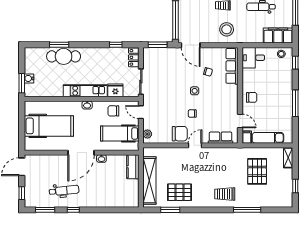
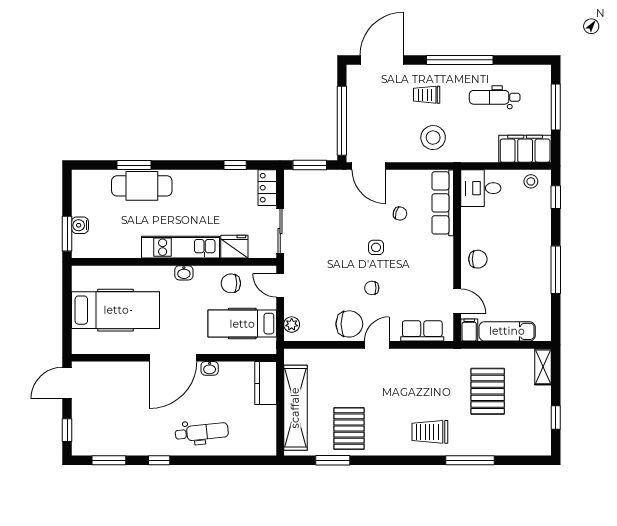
dental chair: (64, 191) -> (202, 432), moved
pallet: (179, 192) -> (349, 429), turned 90

